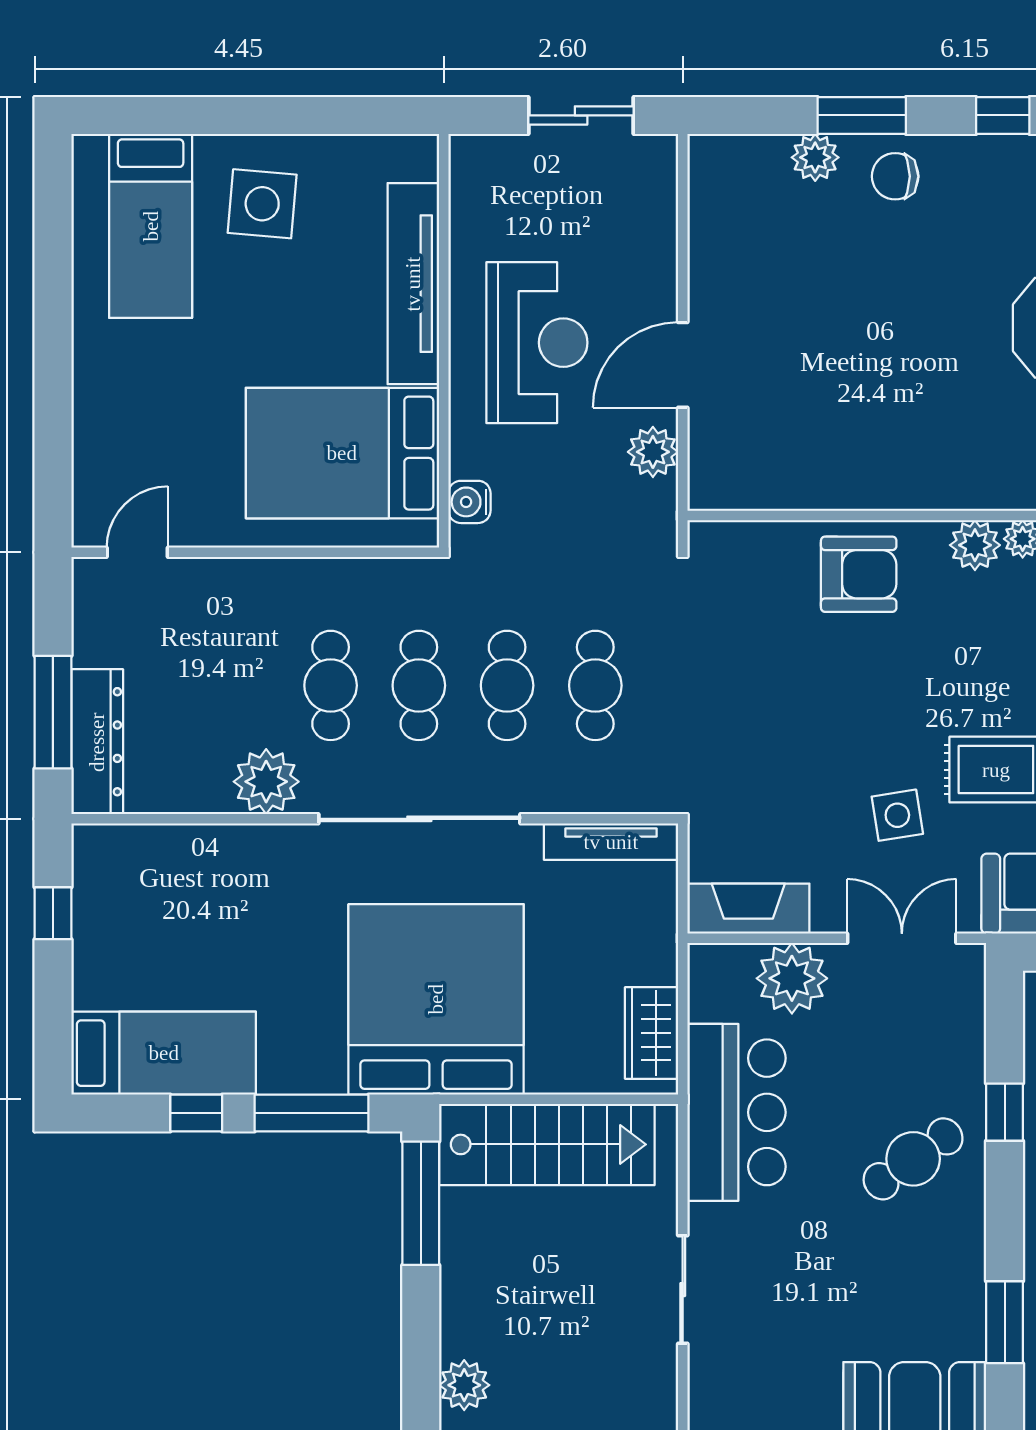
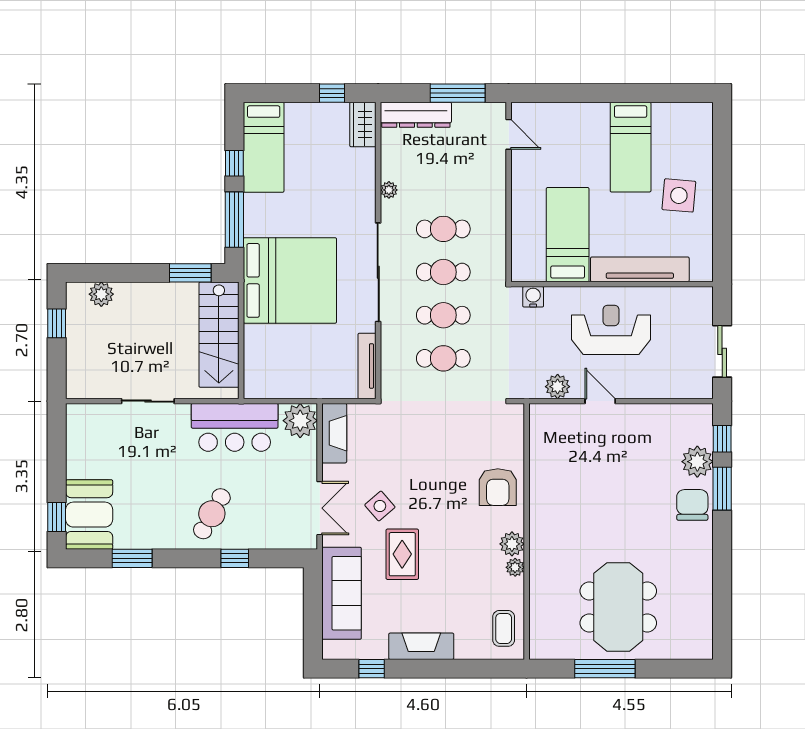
window: (1003, 115) -> (722, 439), moved
plant: (815, 157) -> (697, 462), width x1.36, depth x1.36
chair: (895, 176) -> (692, 505), width x1.37, depth x1.37
bed: (151, 226) -> (631, 147), moved, turned -90
reception desk: (537, 343) -> (611, 330), turned 180
door: (683, 365) -> (600, 401), width x0.73
bed: (342, 453) -> (568, 235), width x0.67
window: (53, 712) -> (458, 93), moved
plant: (266, 782) -> (389, 190), width x0.53, depth x0.53
side table: (897, 815) -> (380, 506), turned -32
plant: (792, 978) -> (300, 421), moved
wardrobe: (652, 1033) -> (363, 125), moved, turned -90
cafe table: (913, 1159) -> (212, 514), turned 64
window: (421, 1203) -> (190, 273), width x0.69

